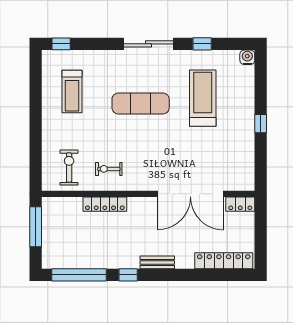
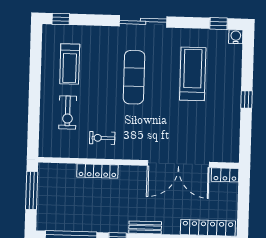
window: (202, 44) -> (219, 24), moved
exercise mat: (141, 103) -> (134, 77), turned 90
exercise bike: (69, 168) -> (68, 113), moved, turned 180

